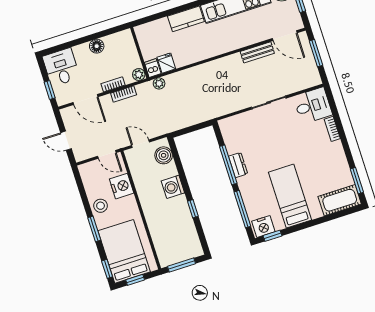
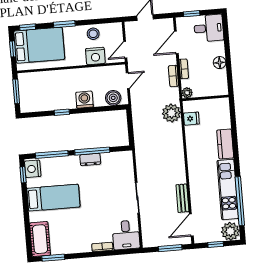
dishwasher: (153, 68) -> (190, 106), removed
plant: (159, 83) -> (171, 113), width x1.88, depth x1.88
stool: (101, 206) -> (93, 34), moved

